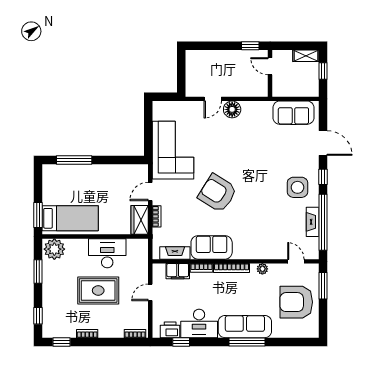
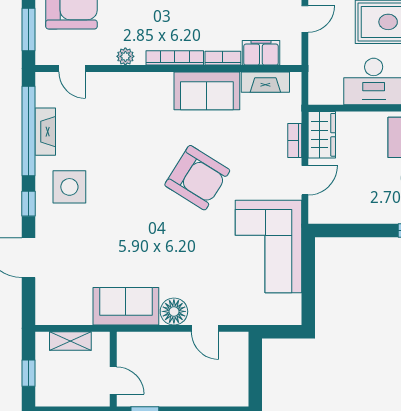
shelving: (306, 56) -> (70, 341), moved
door: (213, 99) -> (205, 328), swing flipped
sofa: (293, 113) -> (126, 306), moved

